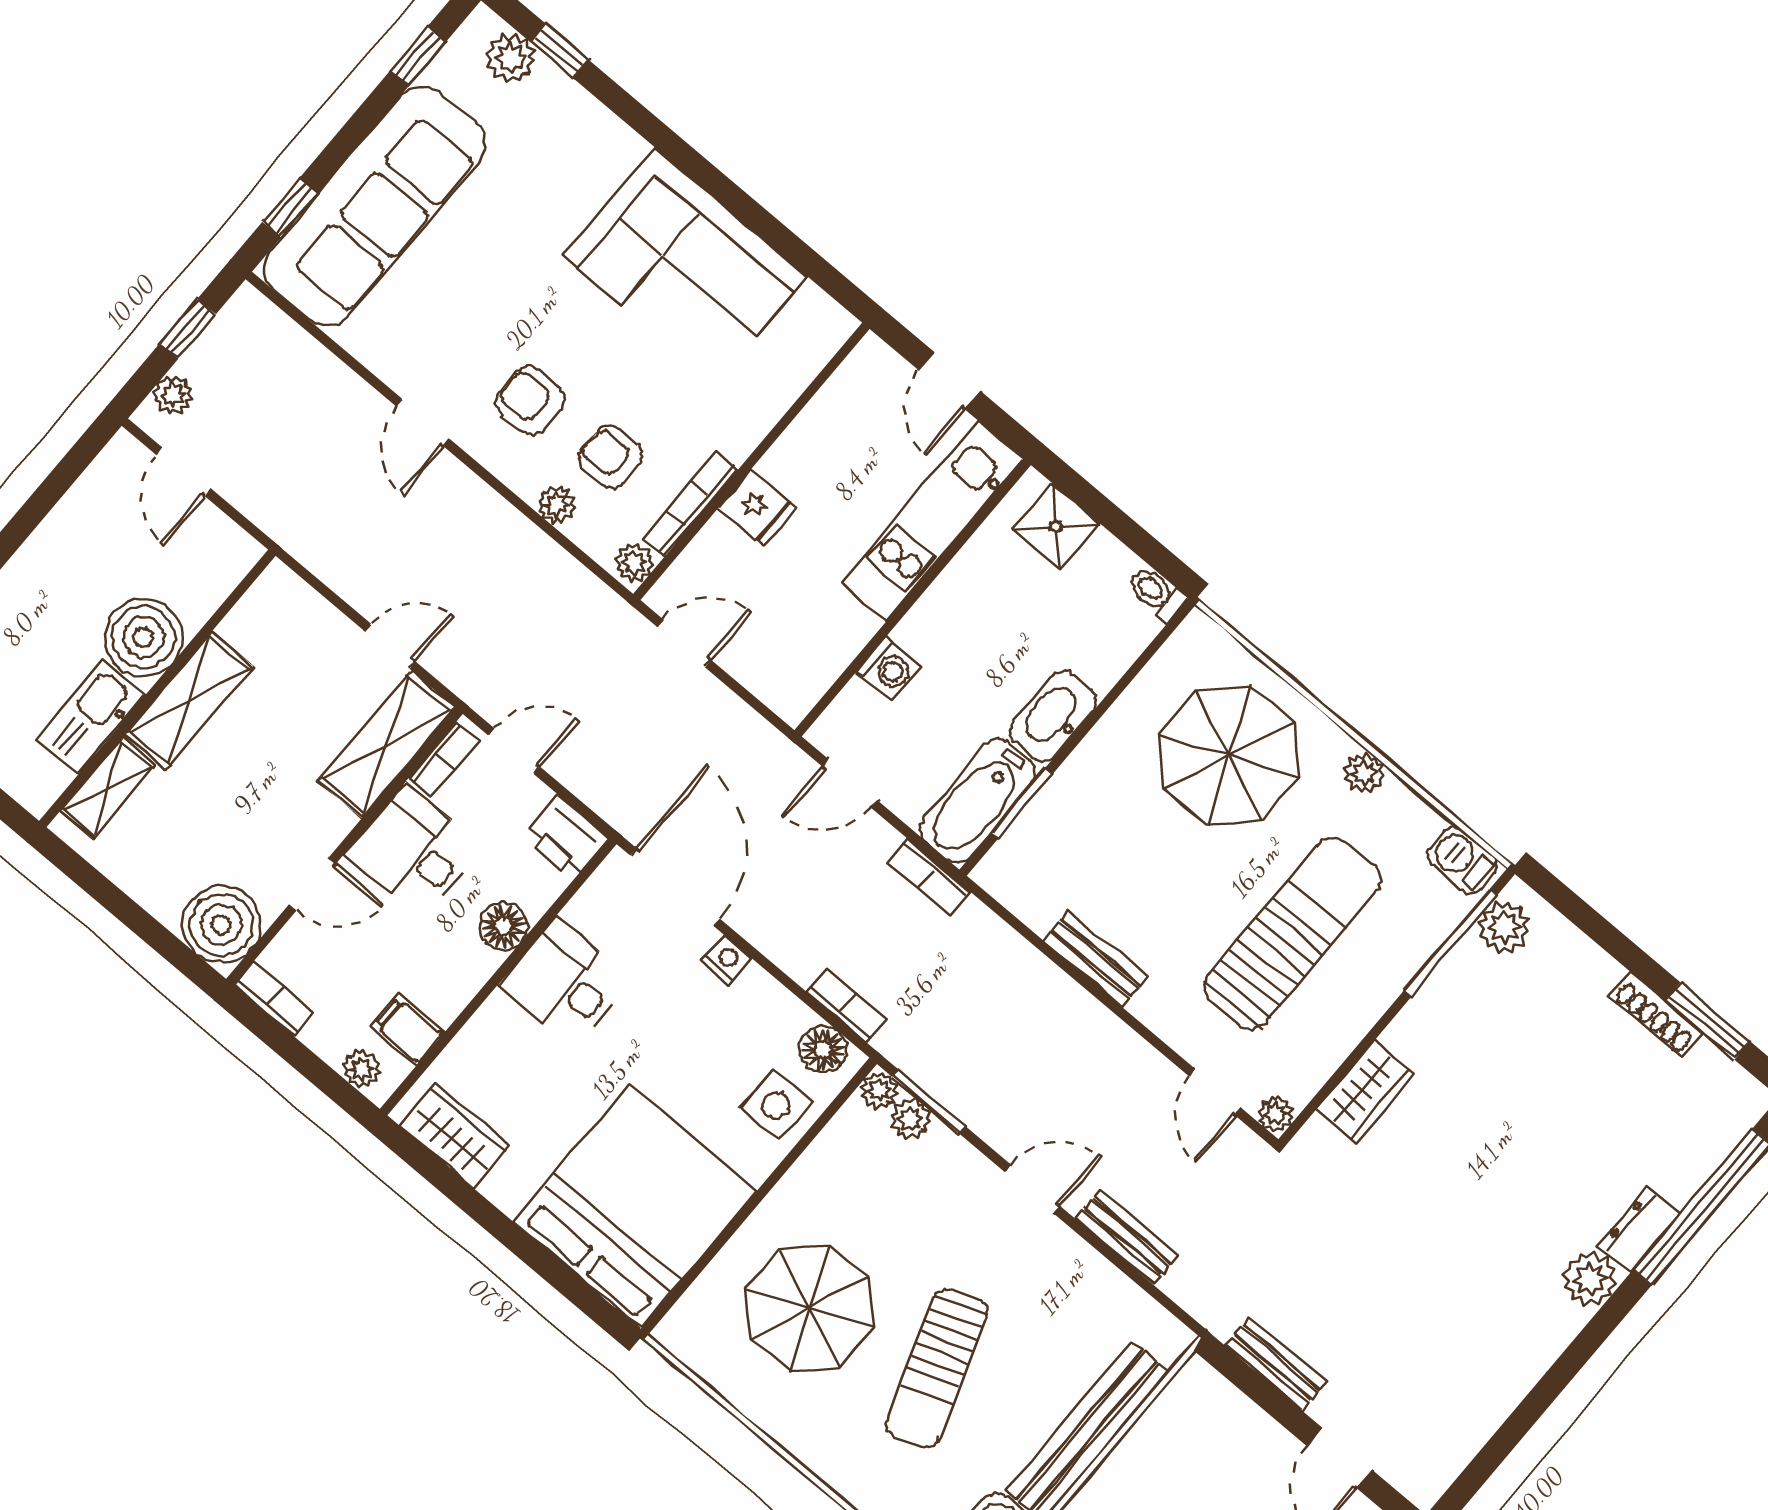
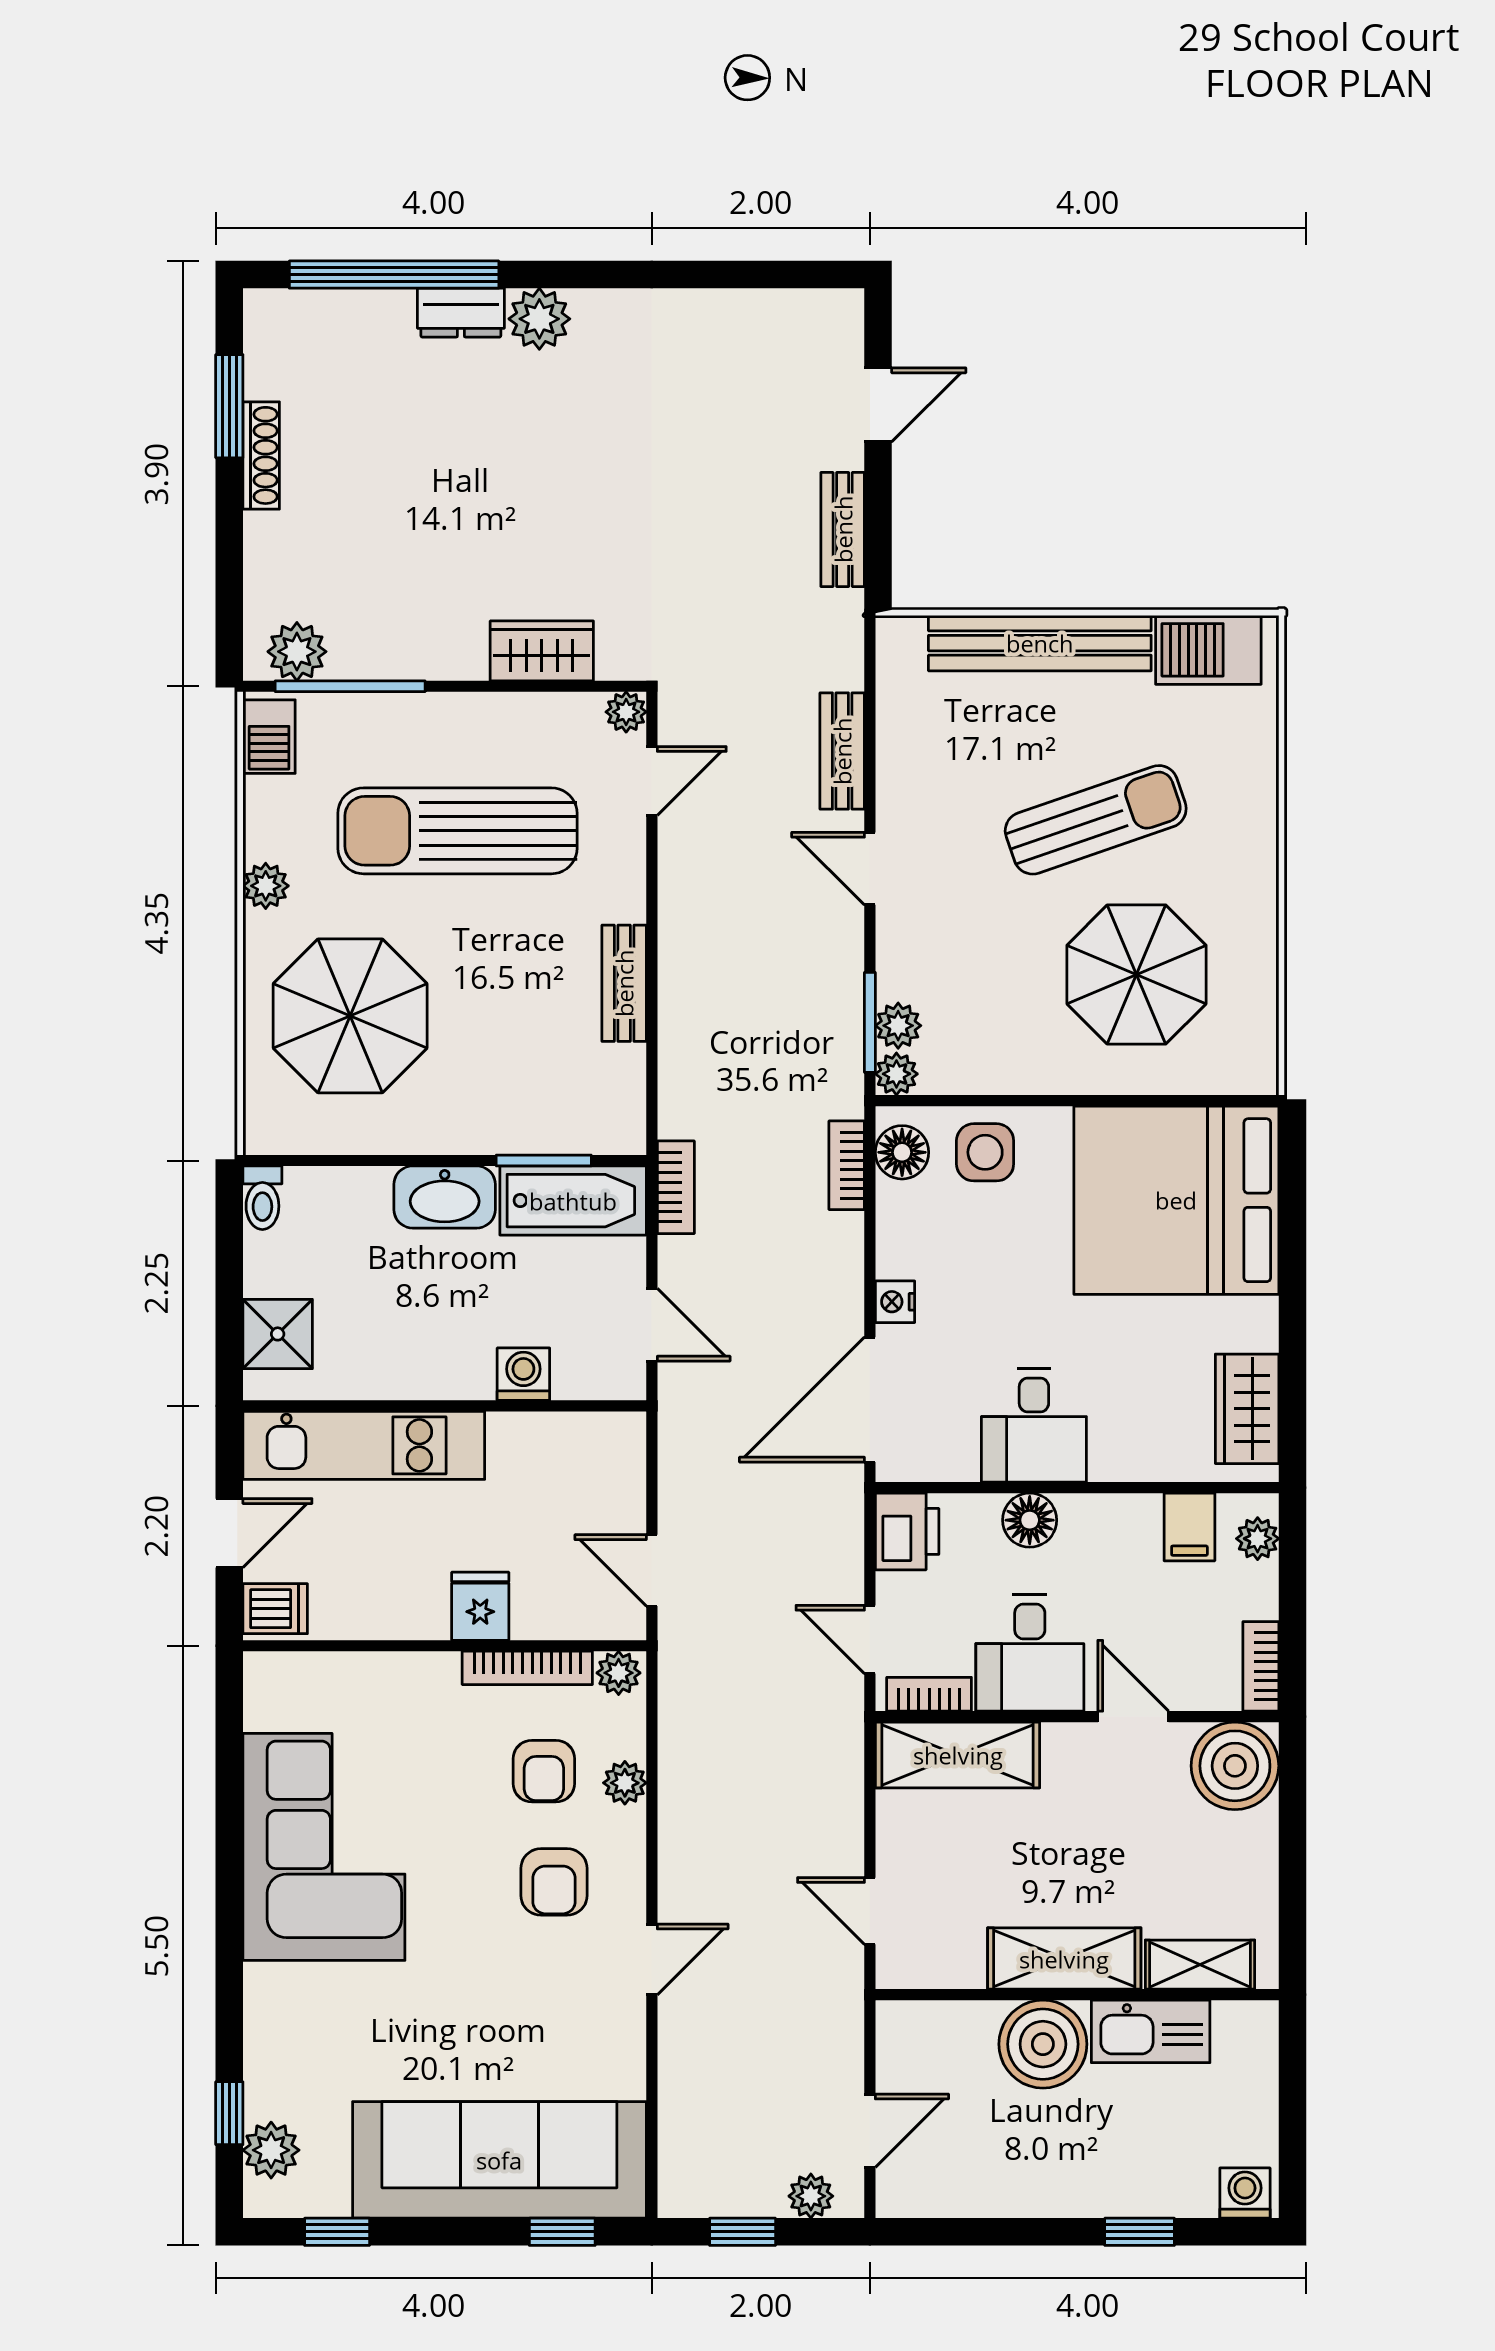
dishwasher: (873, 368) -> (275, 1609), added
door: (390, 646) -> (870, 1911), moved

